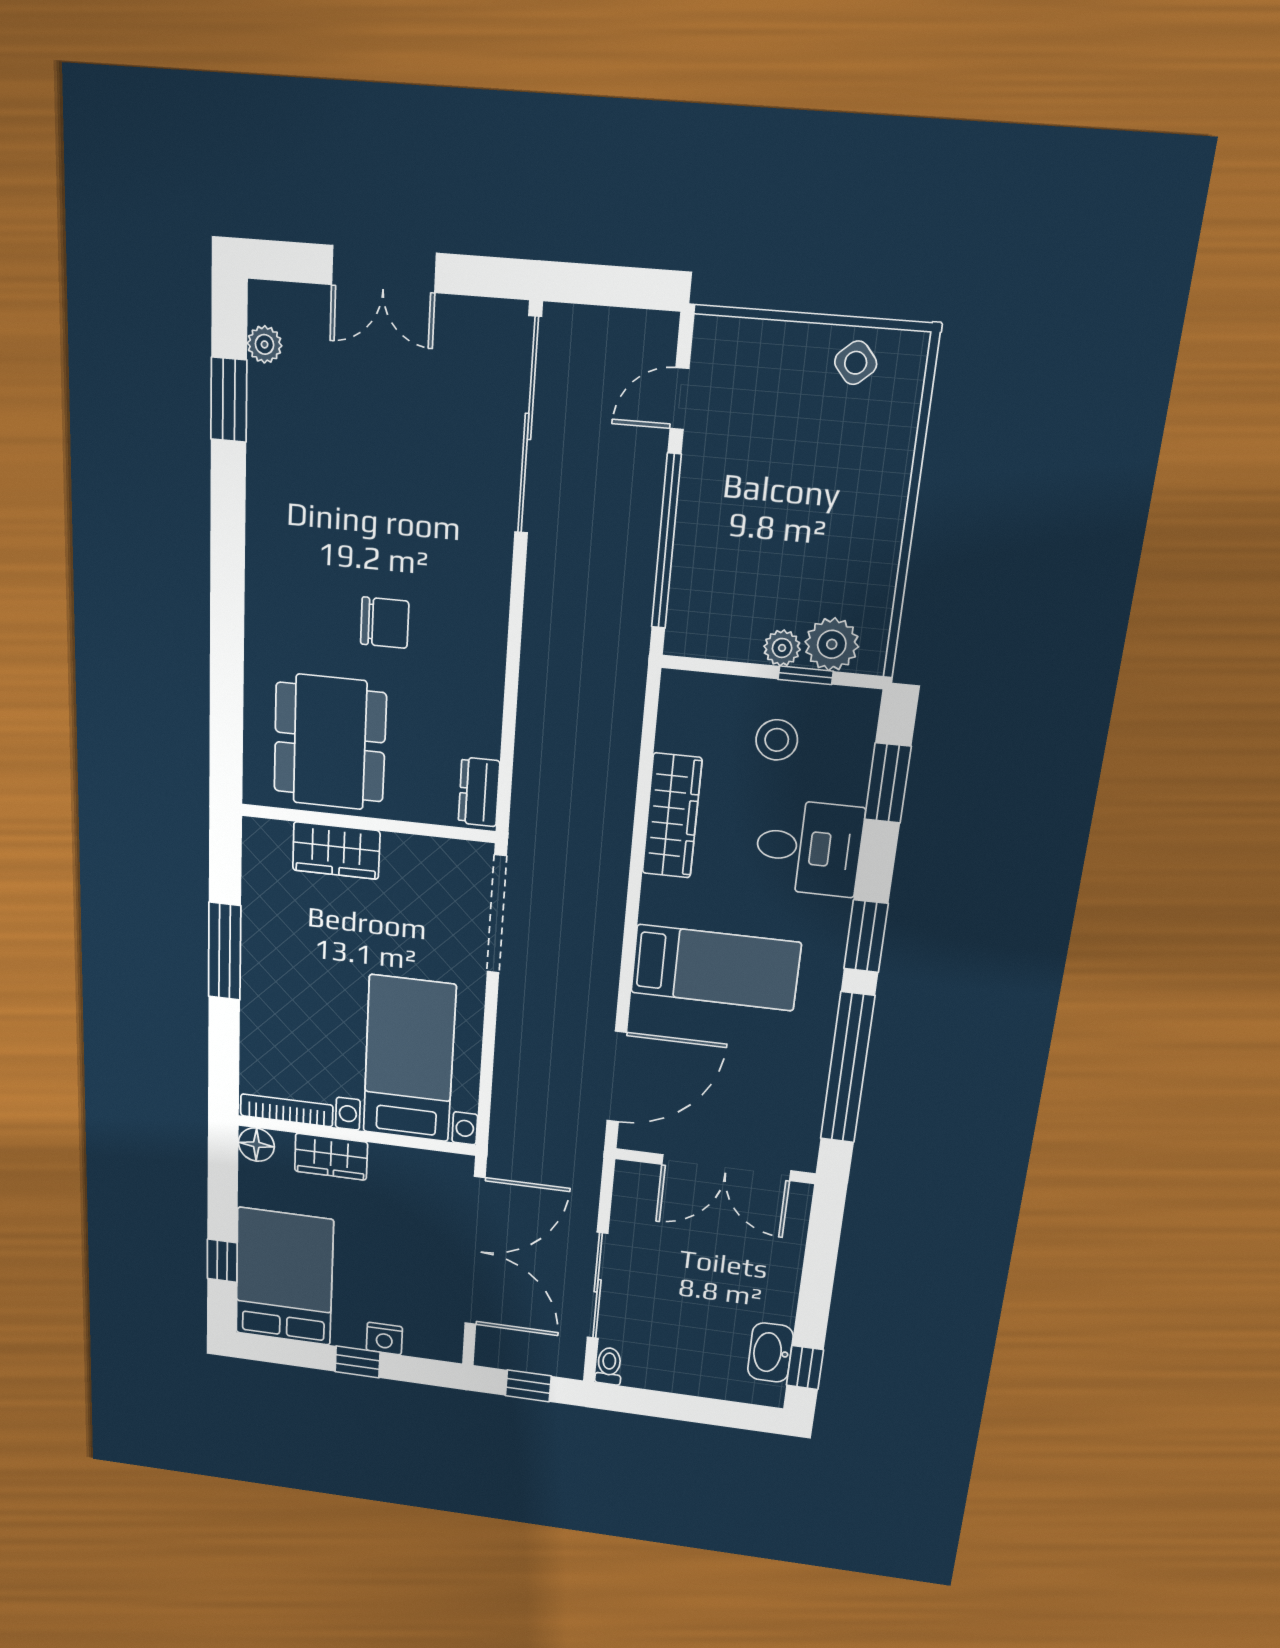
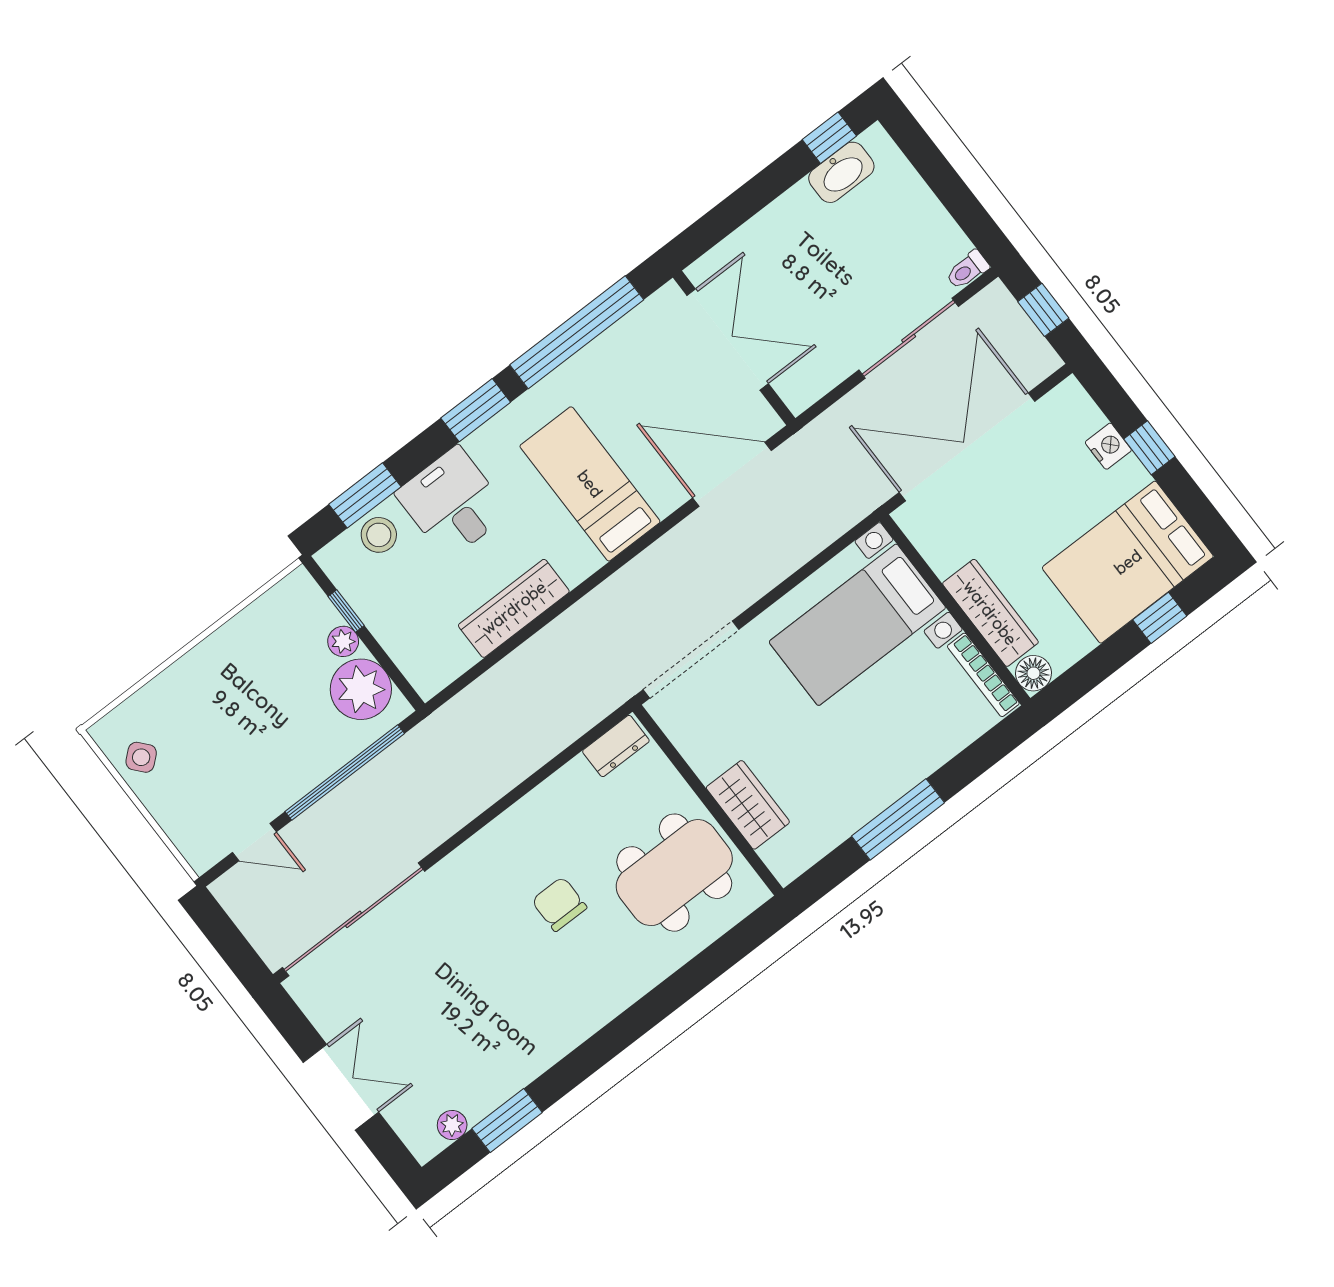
plant: (832, 644) -> (361, 689), moved, width x1.36, depth x1.36
stool: (777, 740) -> (379, 535), moved
wardrobe: (331, 1157) -> (990, 613), width x1.50

